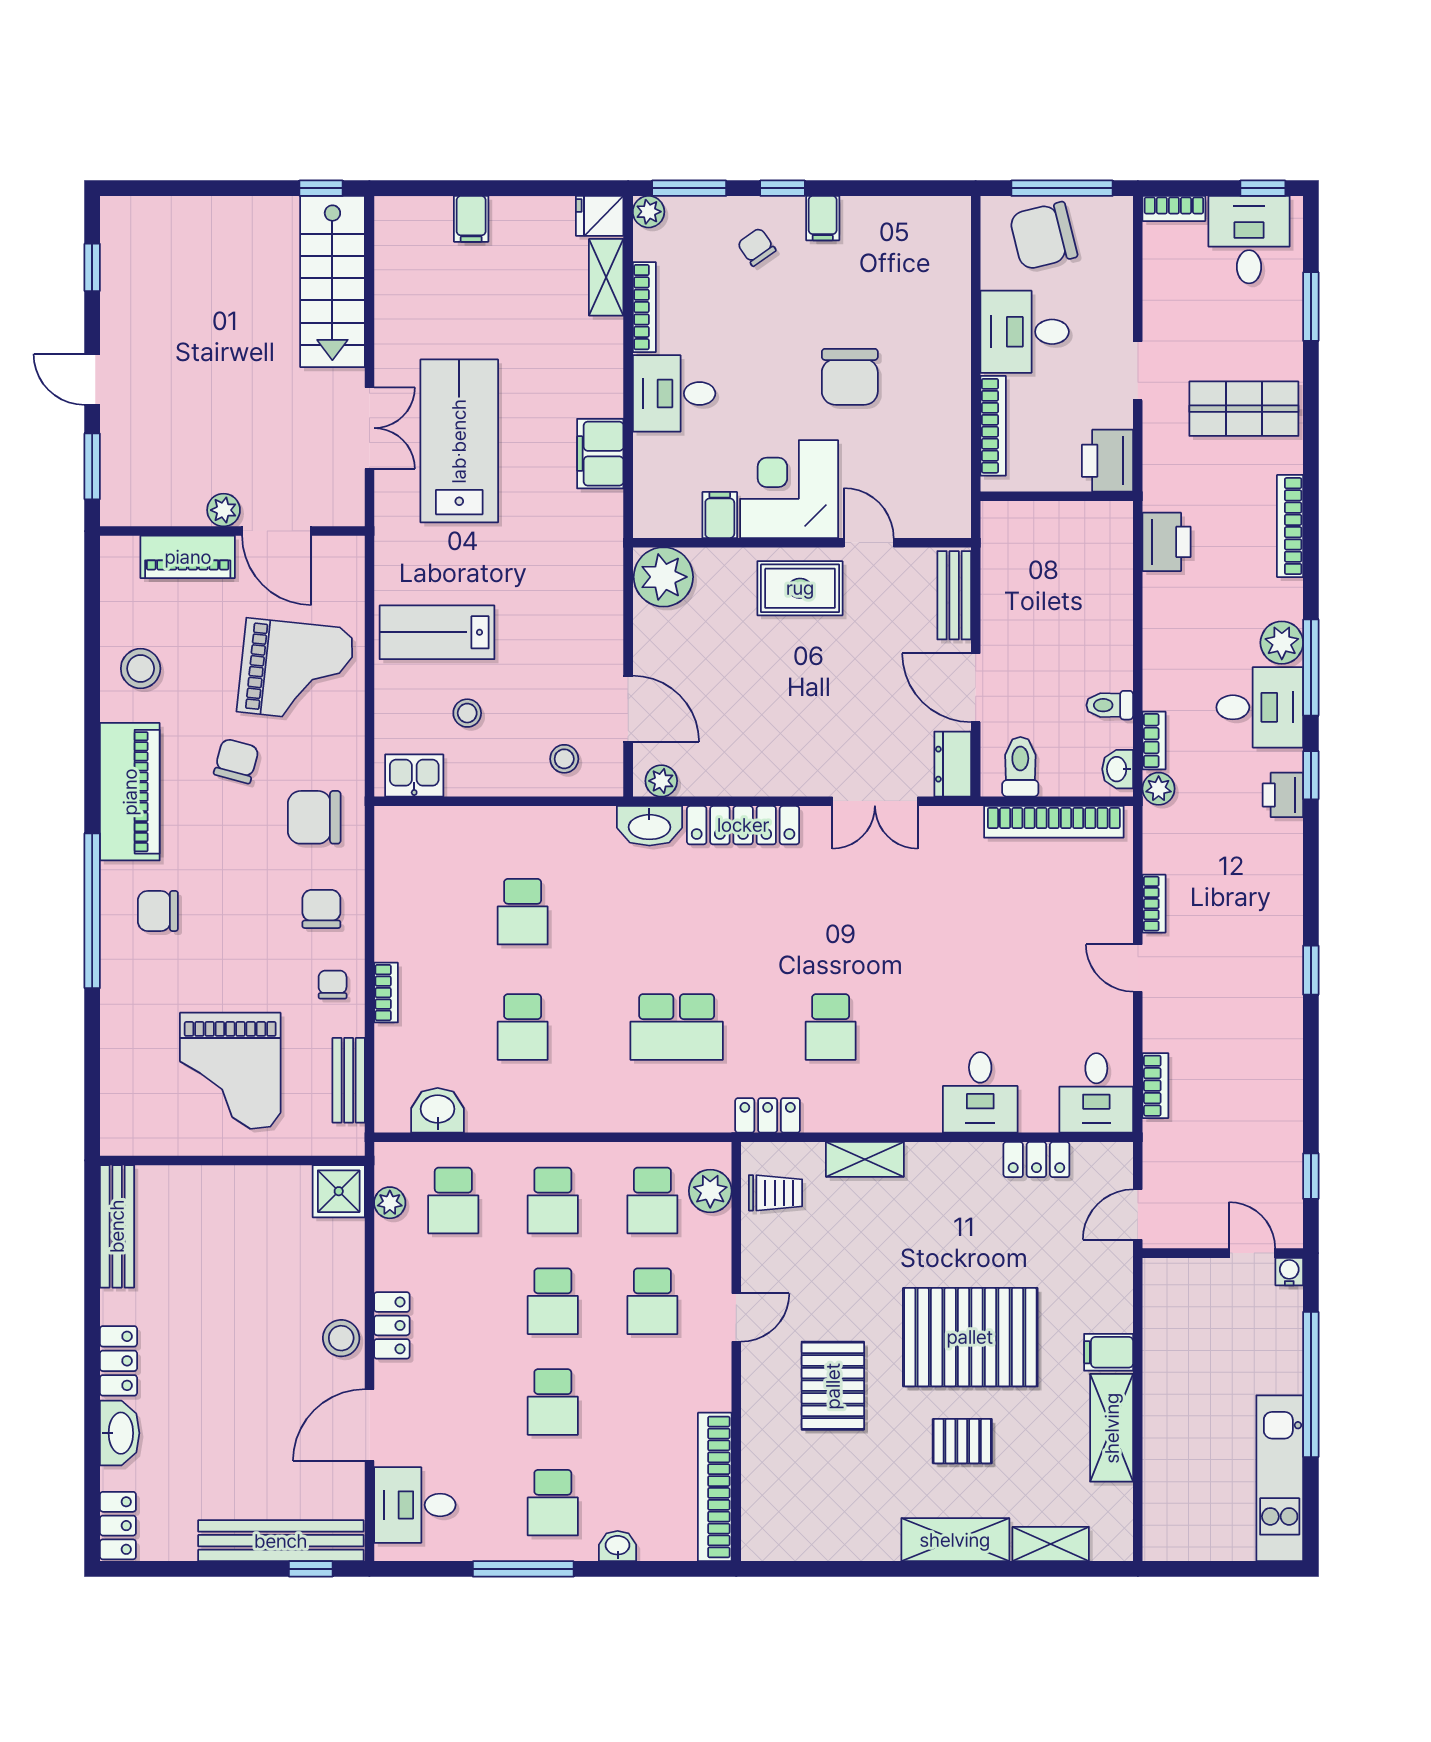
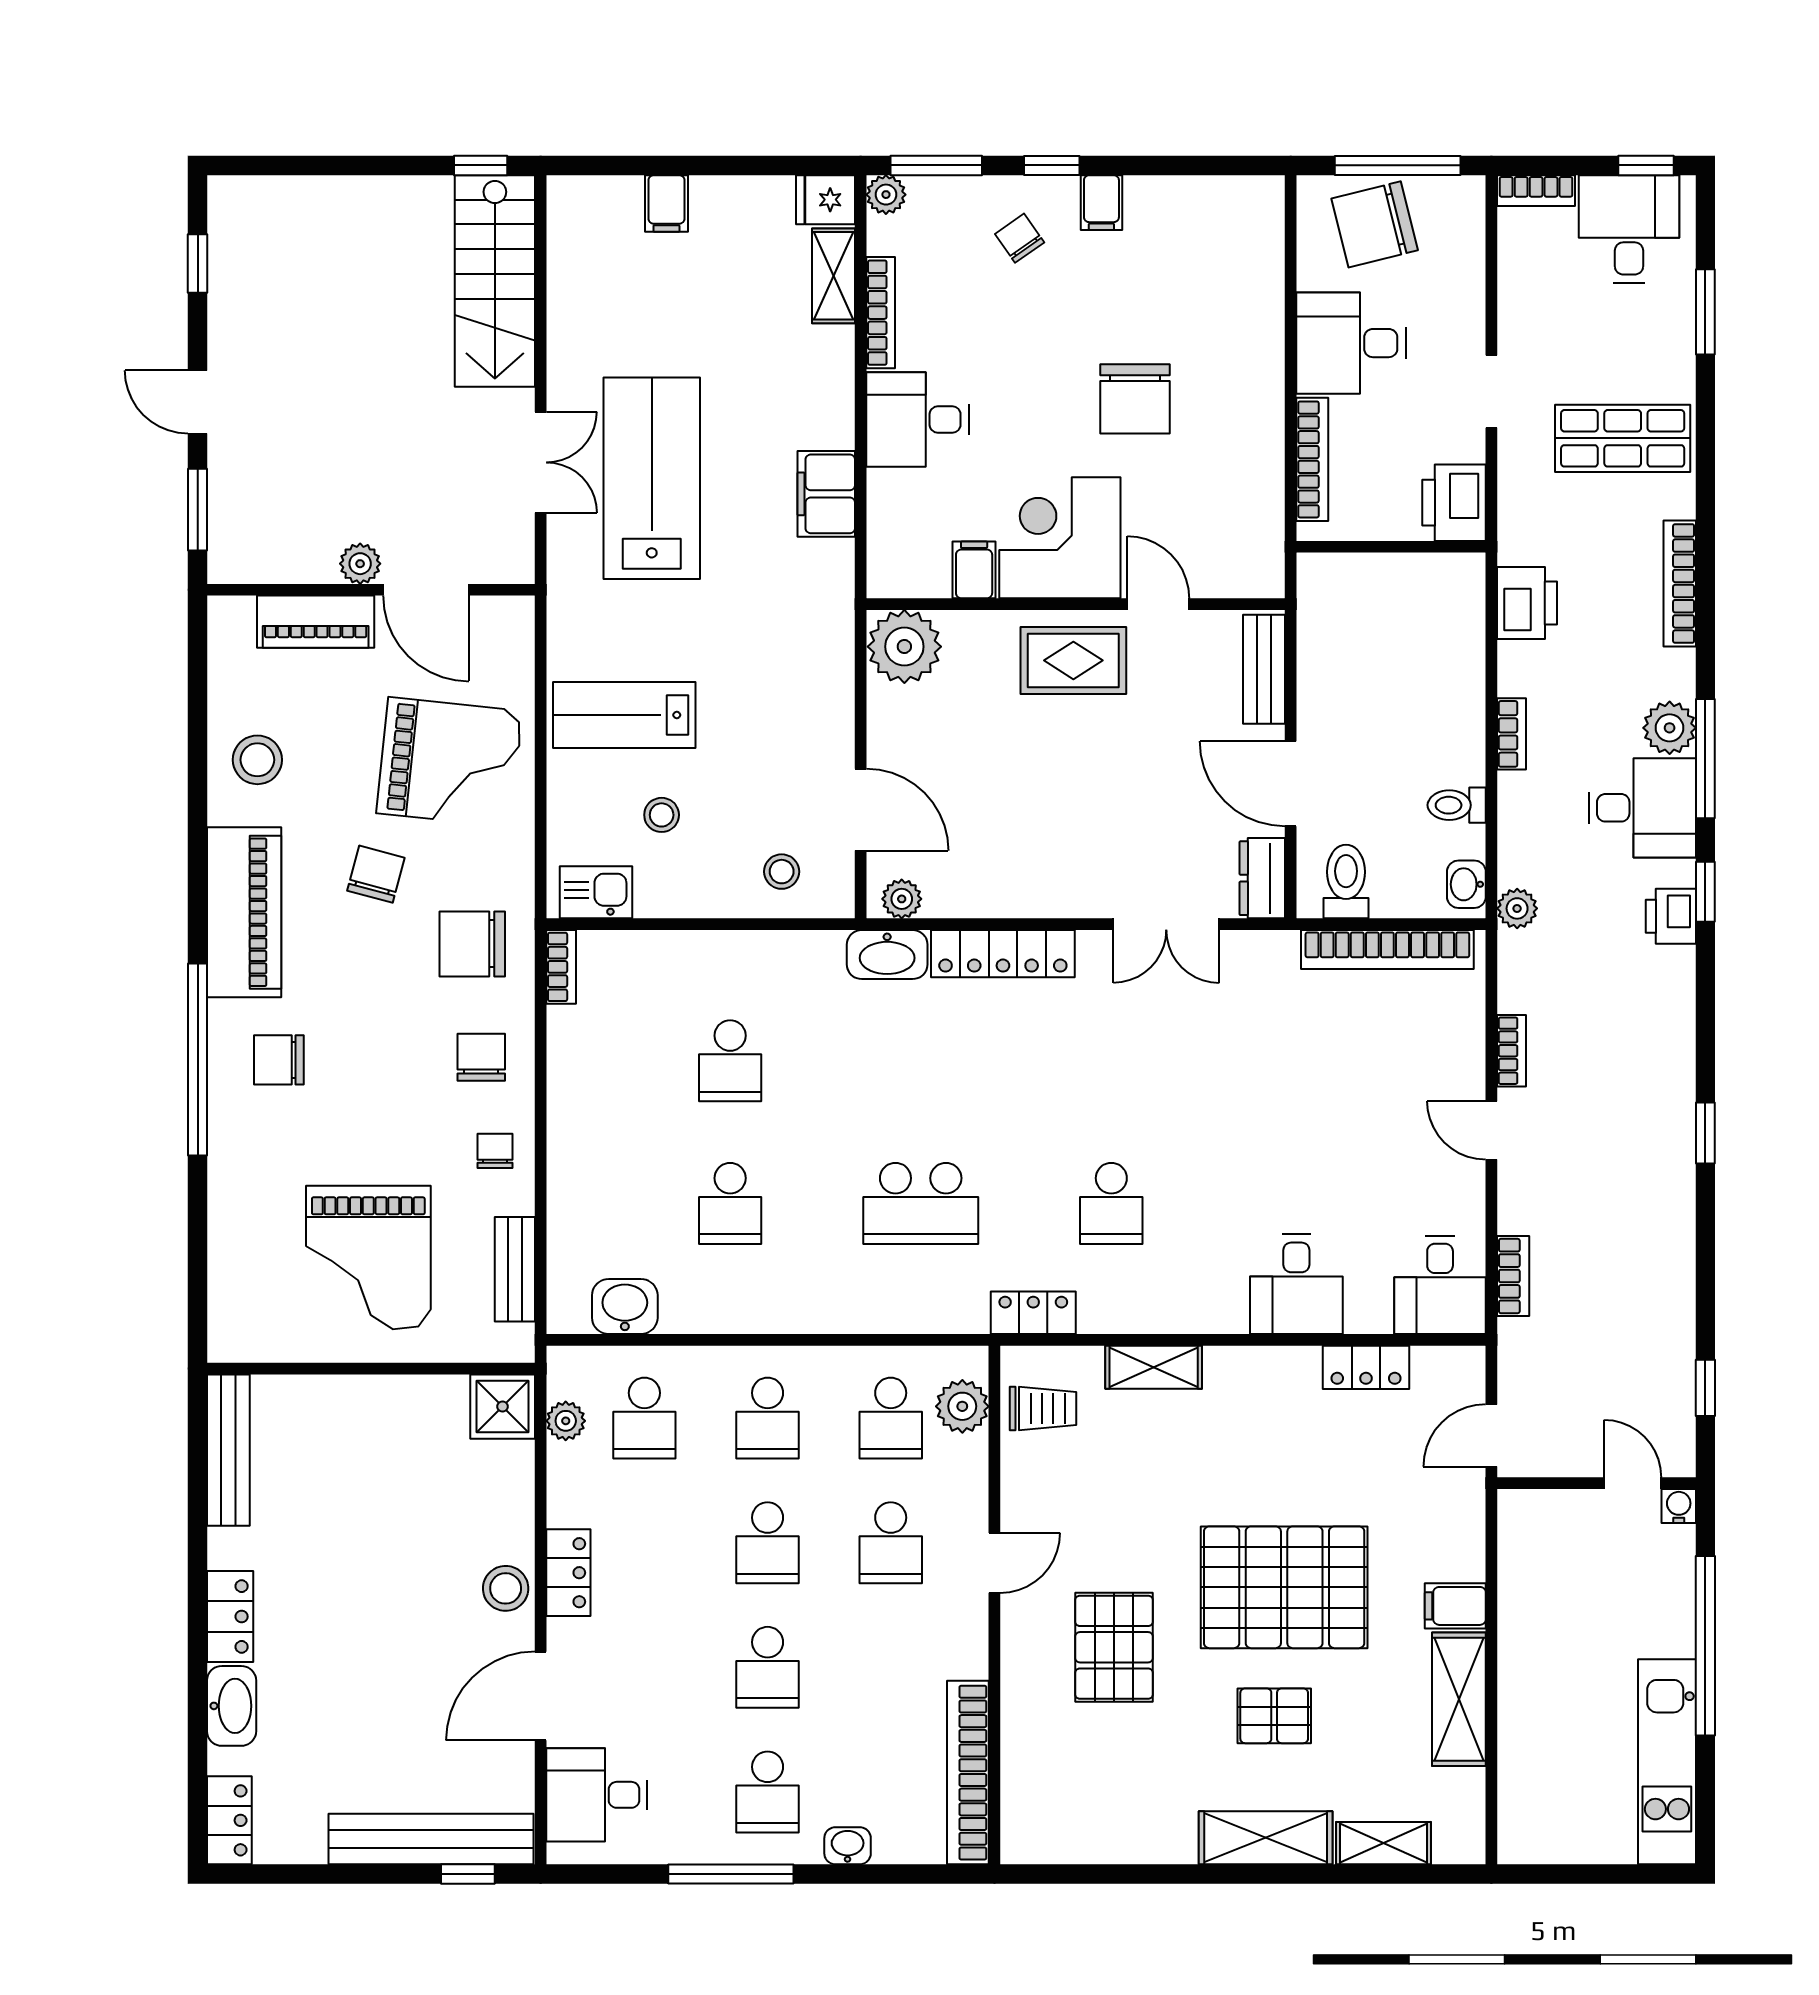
bookcase: (1154, 741) -> (1511, 734), moved
bookcase: (386, 993) -> (561, 967), moved

